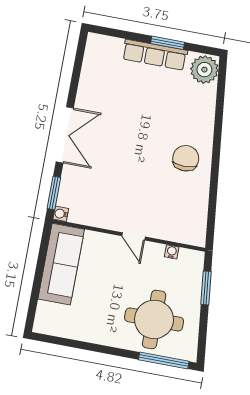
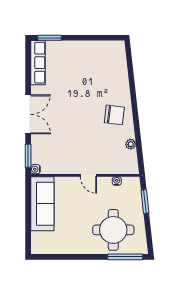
window: (168, 43) -> (50, 38), moved
row of seats: (155, 55) -> (38, 63), moved, turned -90
plant: (204, 70) -> (131, 144), moved, width x0.53, depth x0.53
chair: (186, 158) -> (114, 115), turned 97

